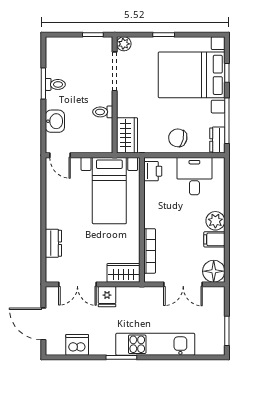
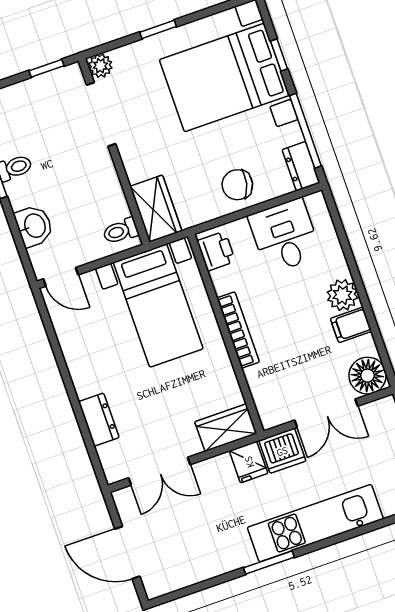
toilet: (103, 112) -> (121, 231), moved
bookcase: (150, 251) -> (238, 330), moved
fridge: (107, 297) -> (249, 462), moved
dishwasher: (77, 345) -> (282, 451), moved, turned 180

